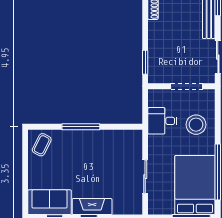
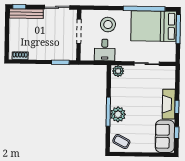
plant: (135, 139) -> (118, 71), added
plant: (78, 140) -> (118, 114), added

